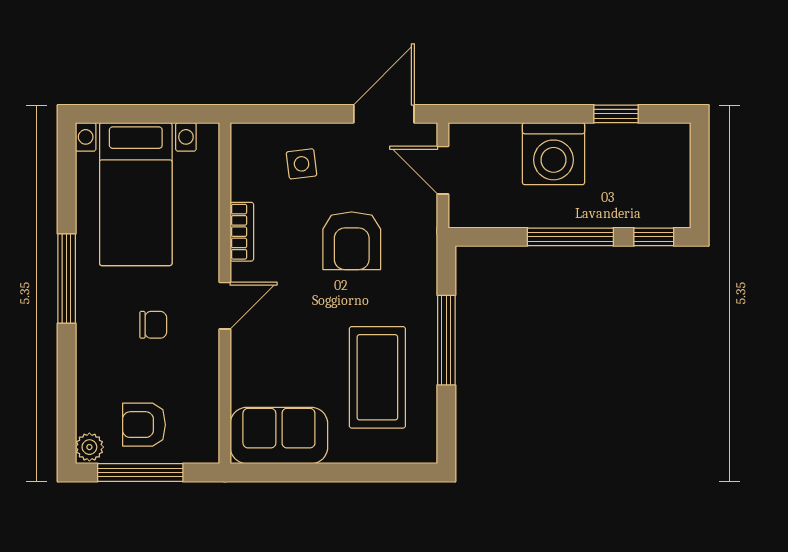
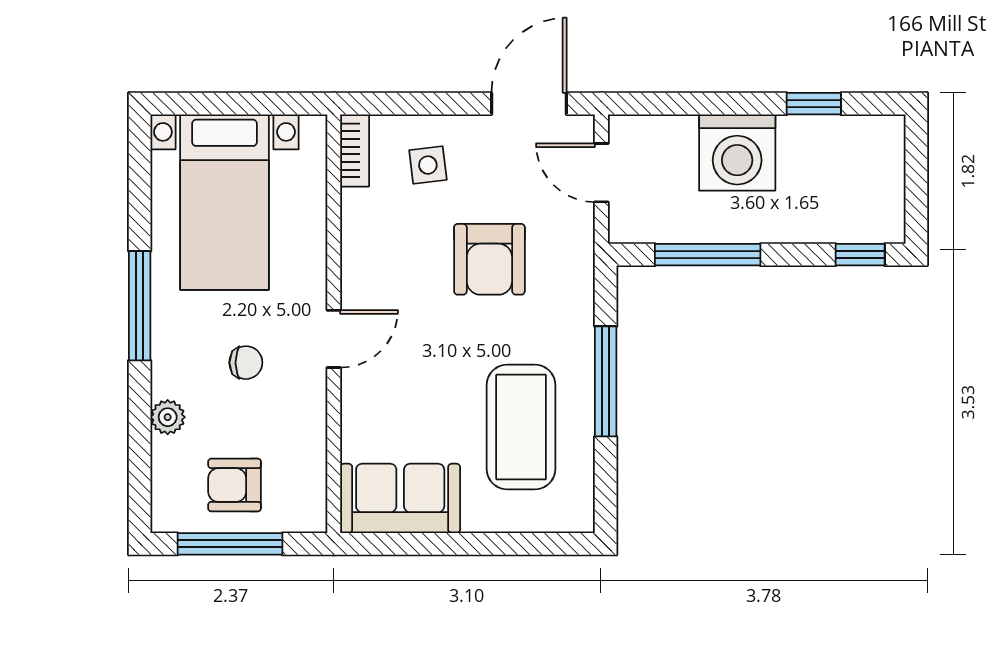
bookcase: (242, 232) -> (355, 150), moved
window: (570, 237) -> (708, 255), moved
plant: (89, 447) -> (168, 417), moved

